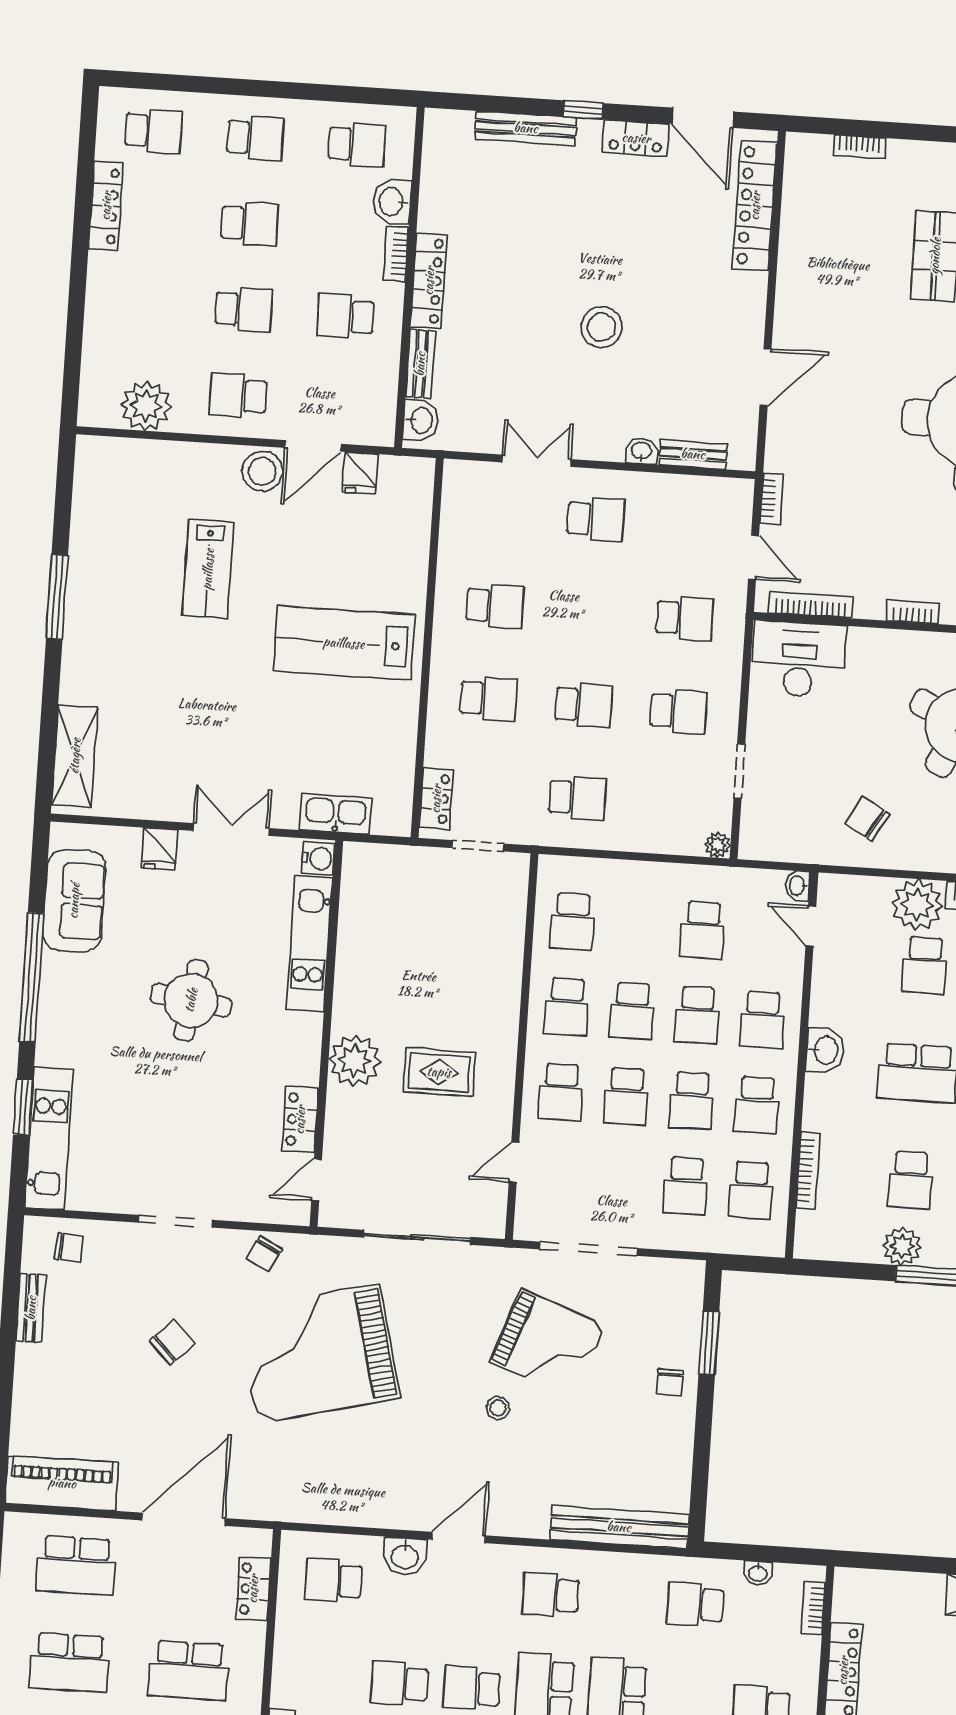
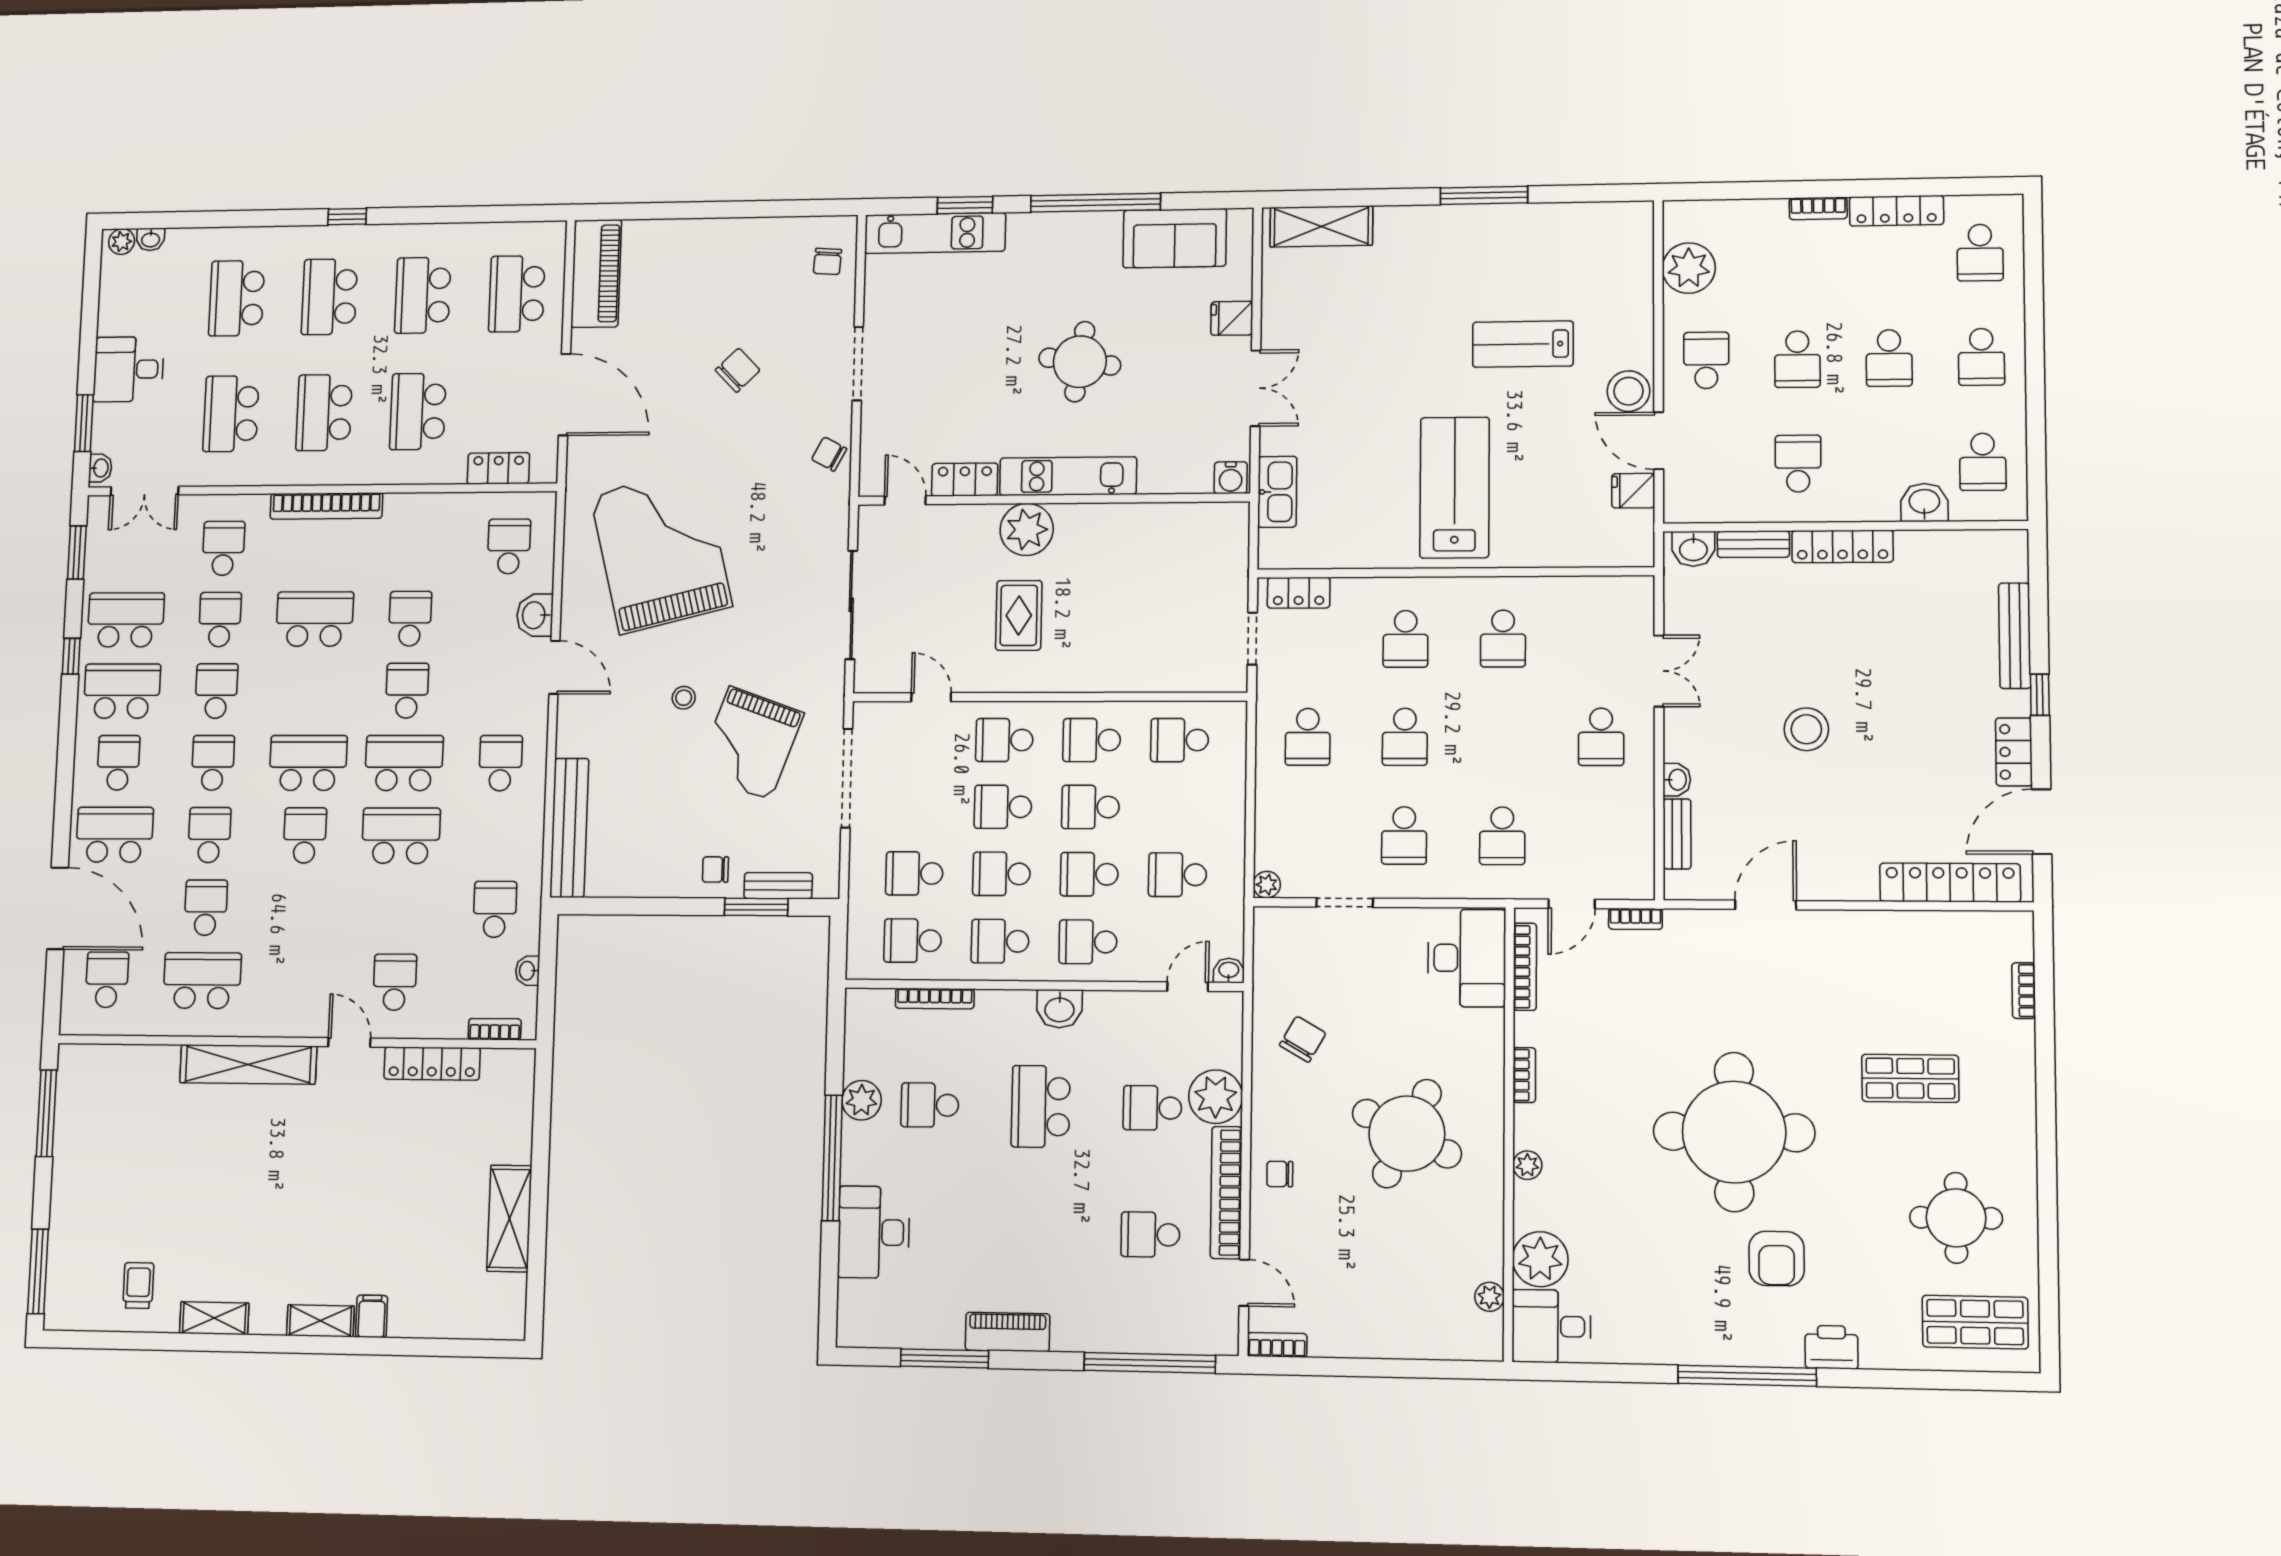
bookcase: (396, 254) -> (1818, 208), moved, turned 180
door: (766, 377) -> (1766, 905), swing flipped
kitchen unit: (309, 944) -> (1068, 476), moved
bench: (31, 1308) -> (778, 886), moved
chair: (172, 1342) -> (738, 370), turned -89
grand piano: (318, 1354) -> (661, 551), moved

